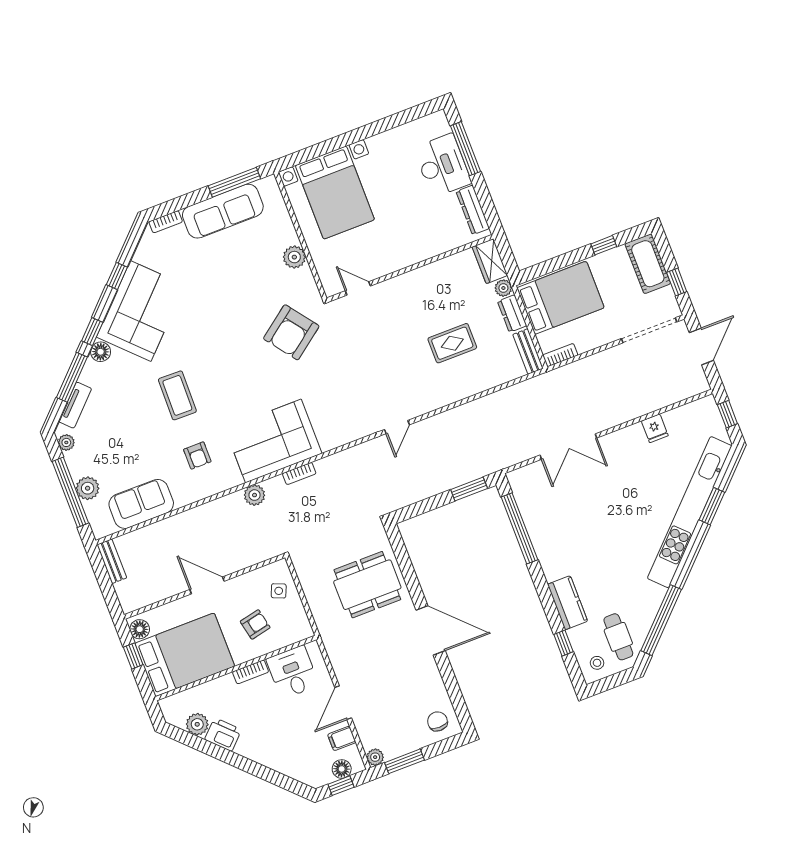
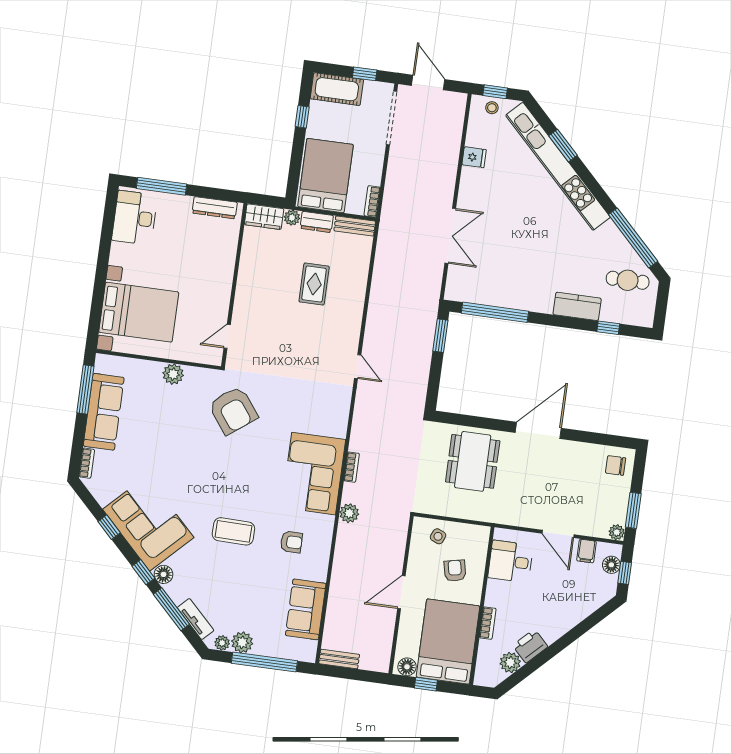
desk: (442, 165) -> (135, 218), moved, turned -90
plant: (88, 488) -> (242, 642), moved
stool: (597, 663) -> (492, 108), moved
bookcase: (251, 672) -> (488, 623), moved

